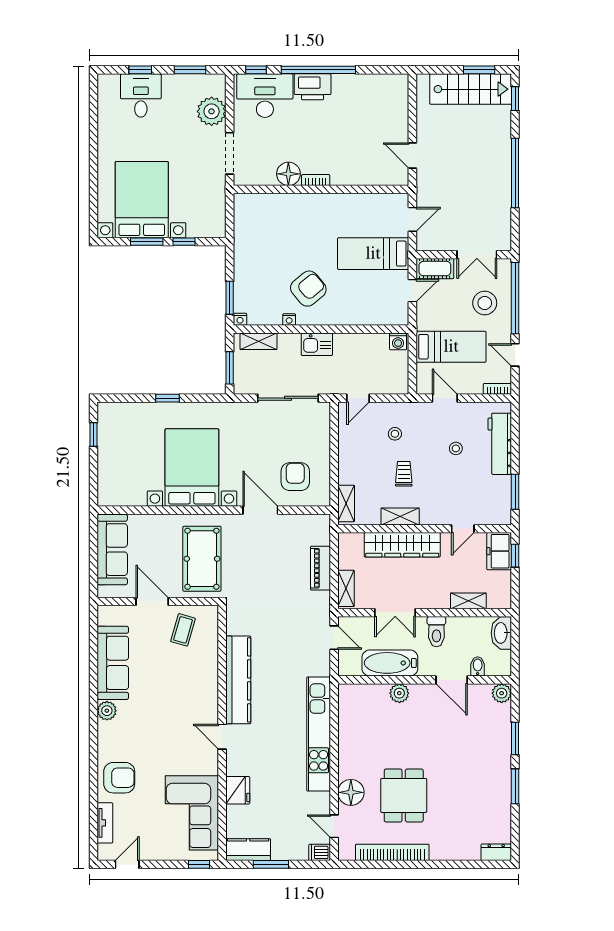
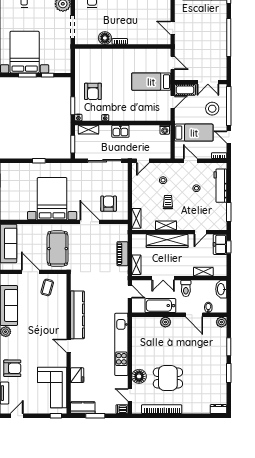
door: (412, 219) -> (173, 63), hinge flipped
armchair: (308, 289) -> (93, 91), moved, turned 130
dining table: (404, 795) -> (168, 378), turned 90

